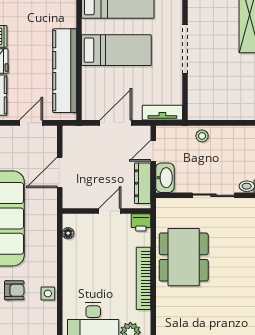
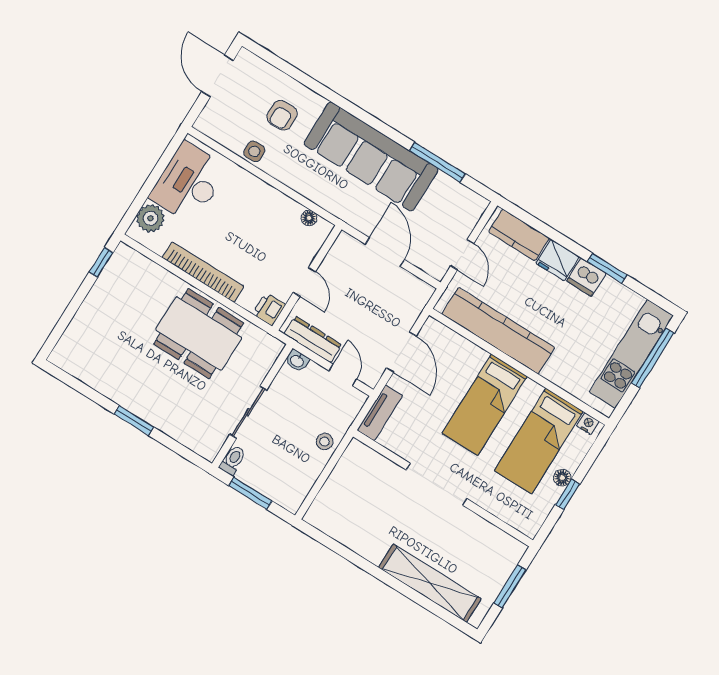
washbasin: (165, 178) -> (297, 361), width x0.52, depth x0.69

